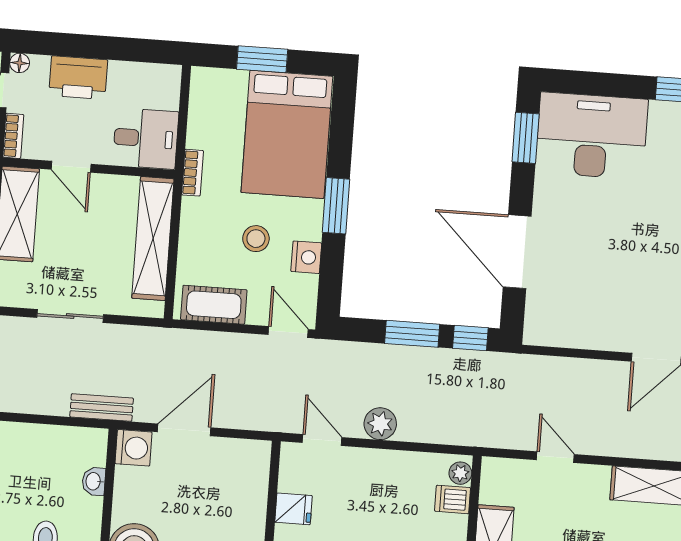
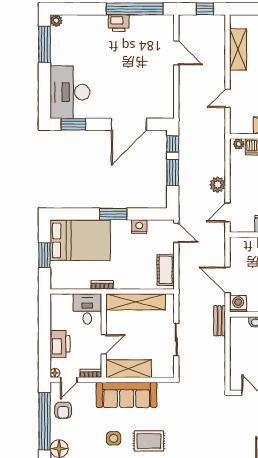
stool: (256, 239) -> (132, 252), removed
door: (288, 332) -> (176, 233), swing flipped

